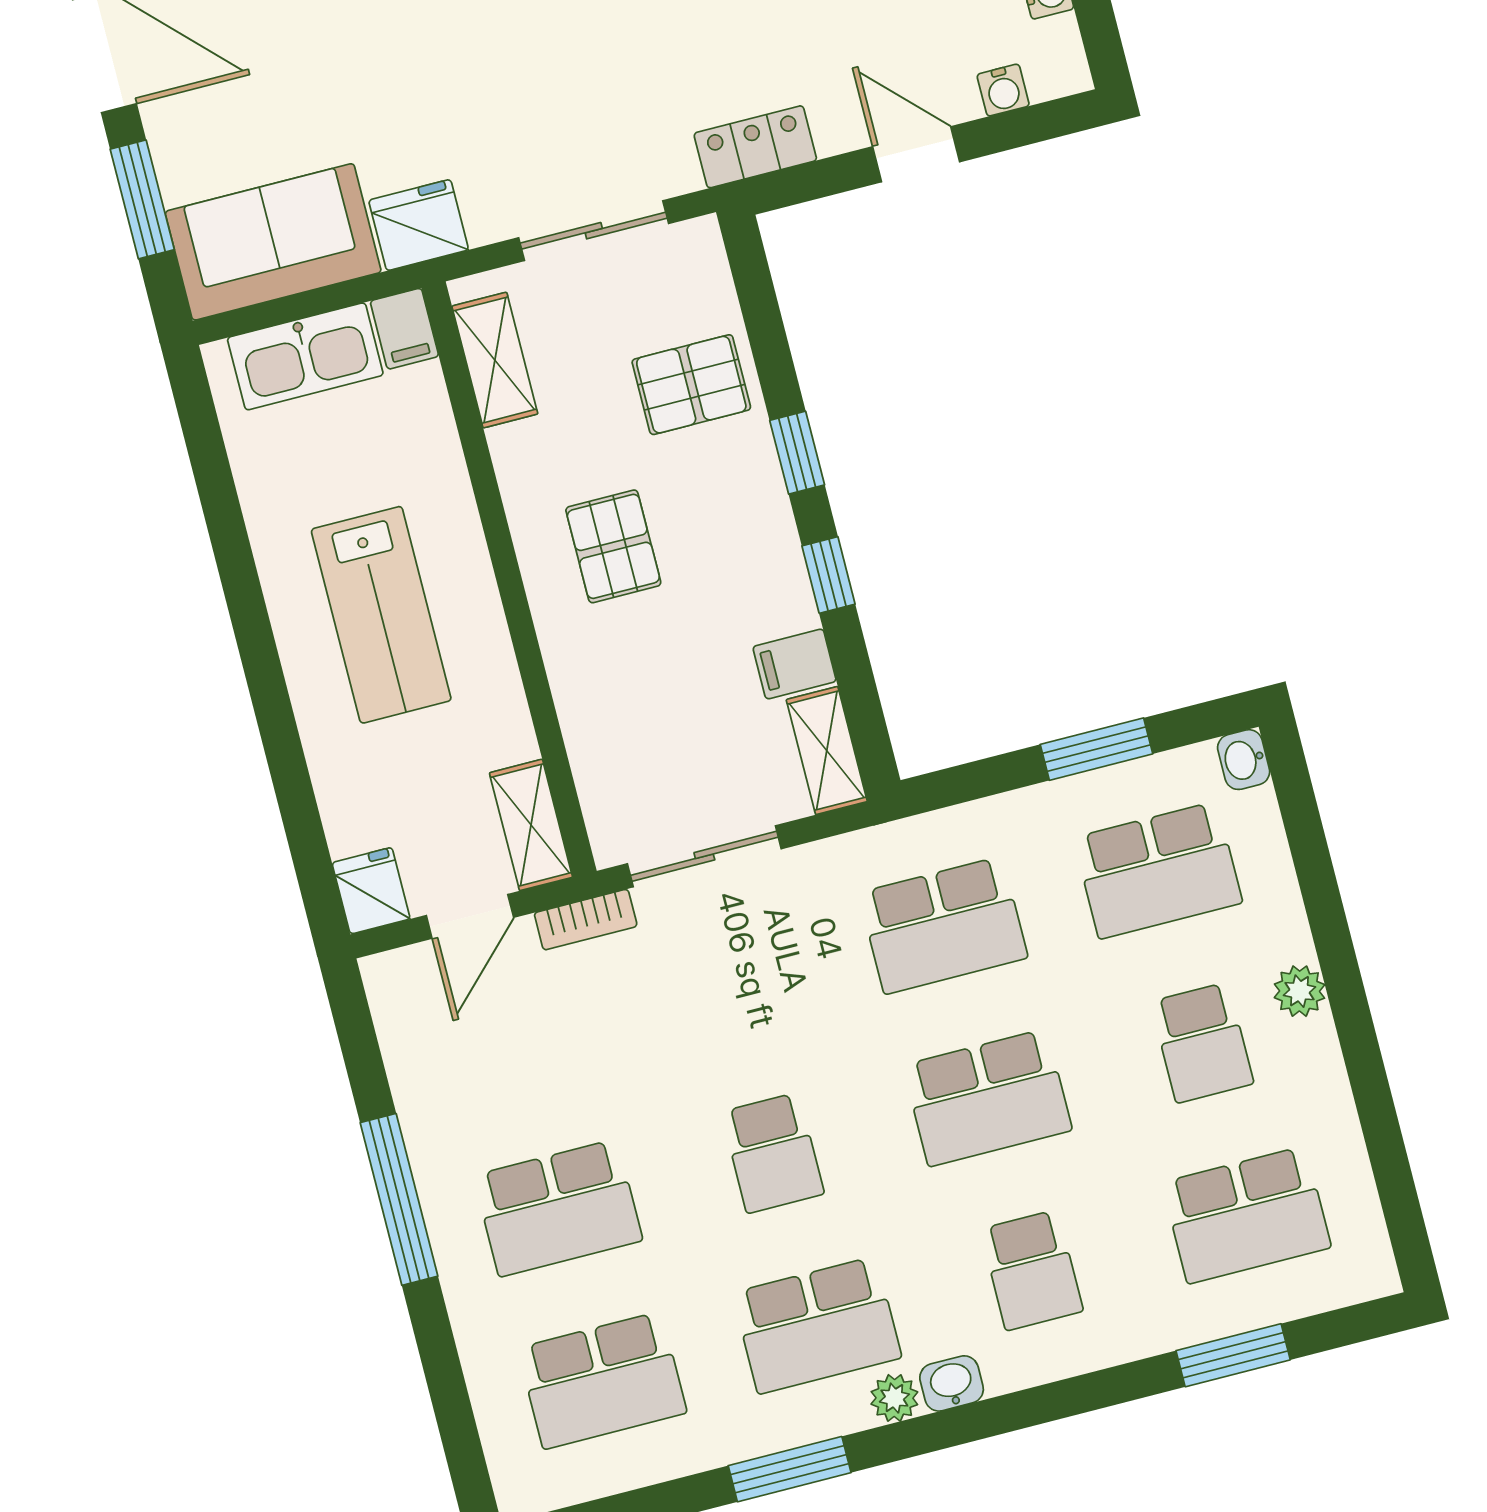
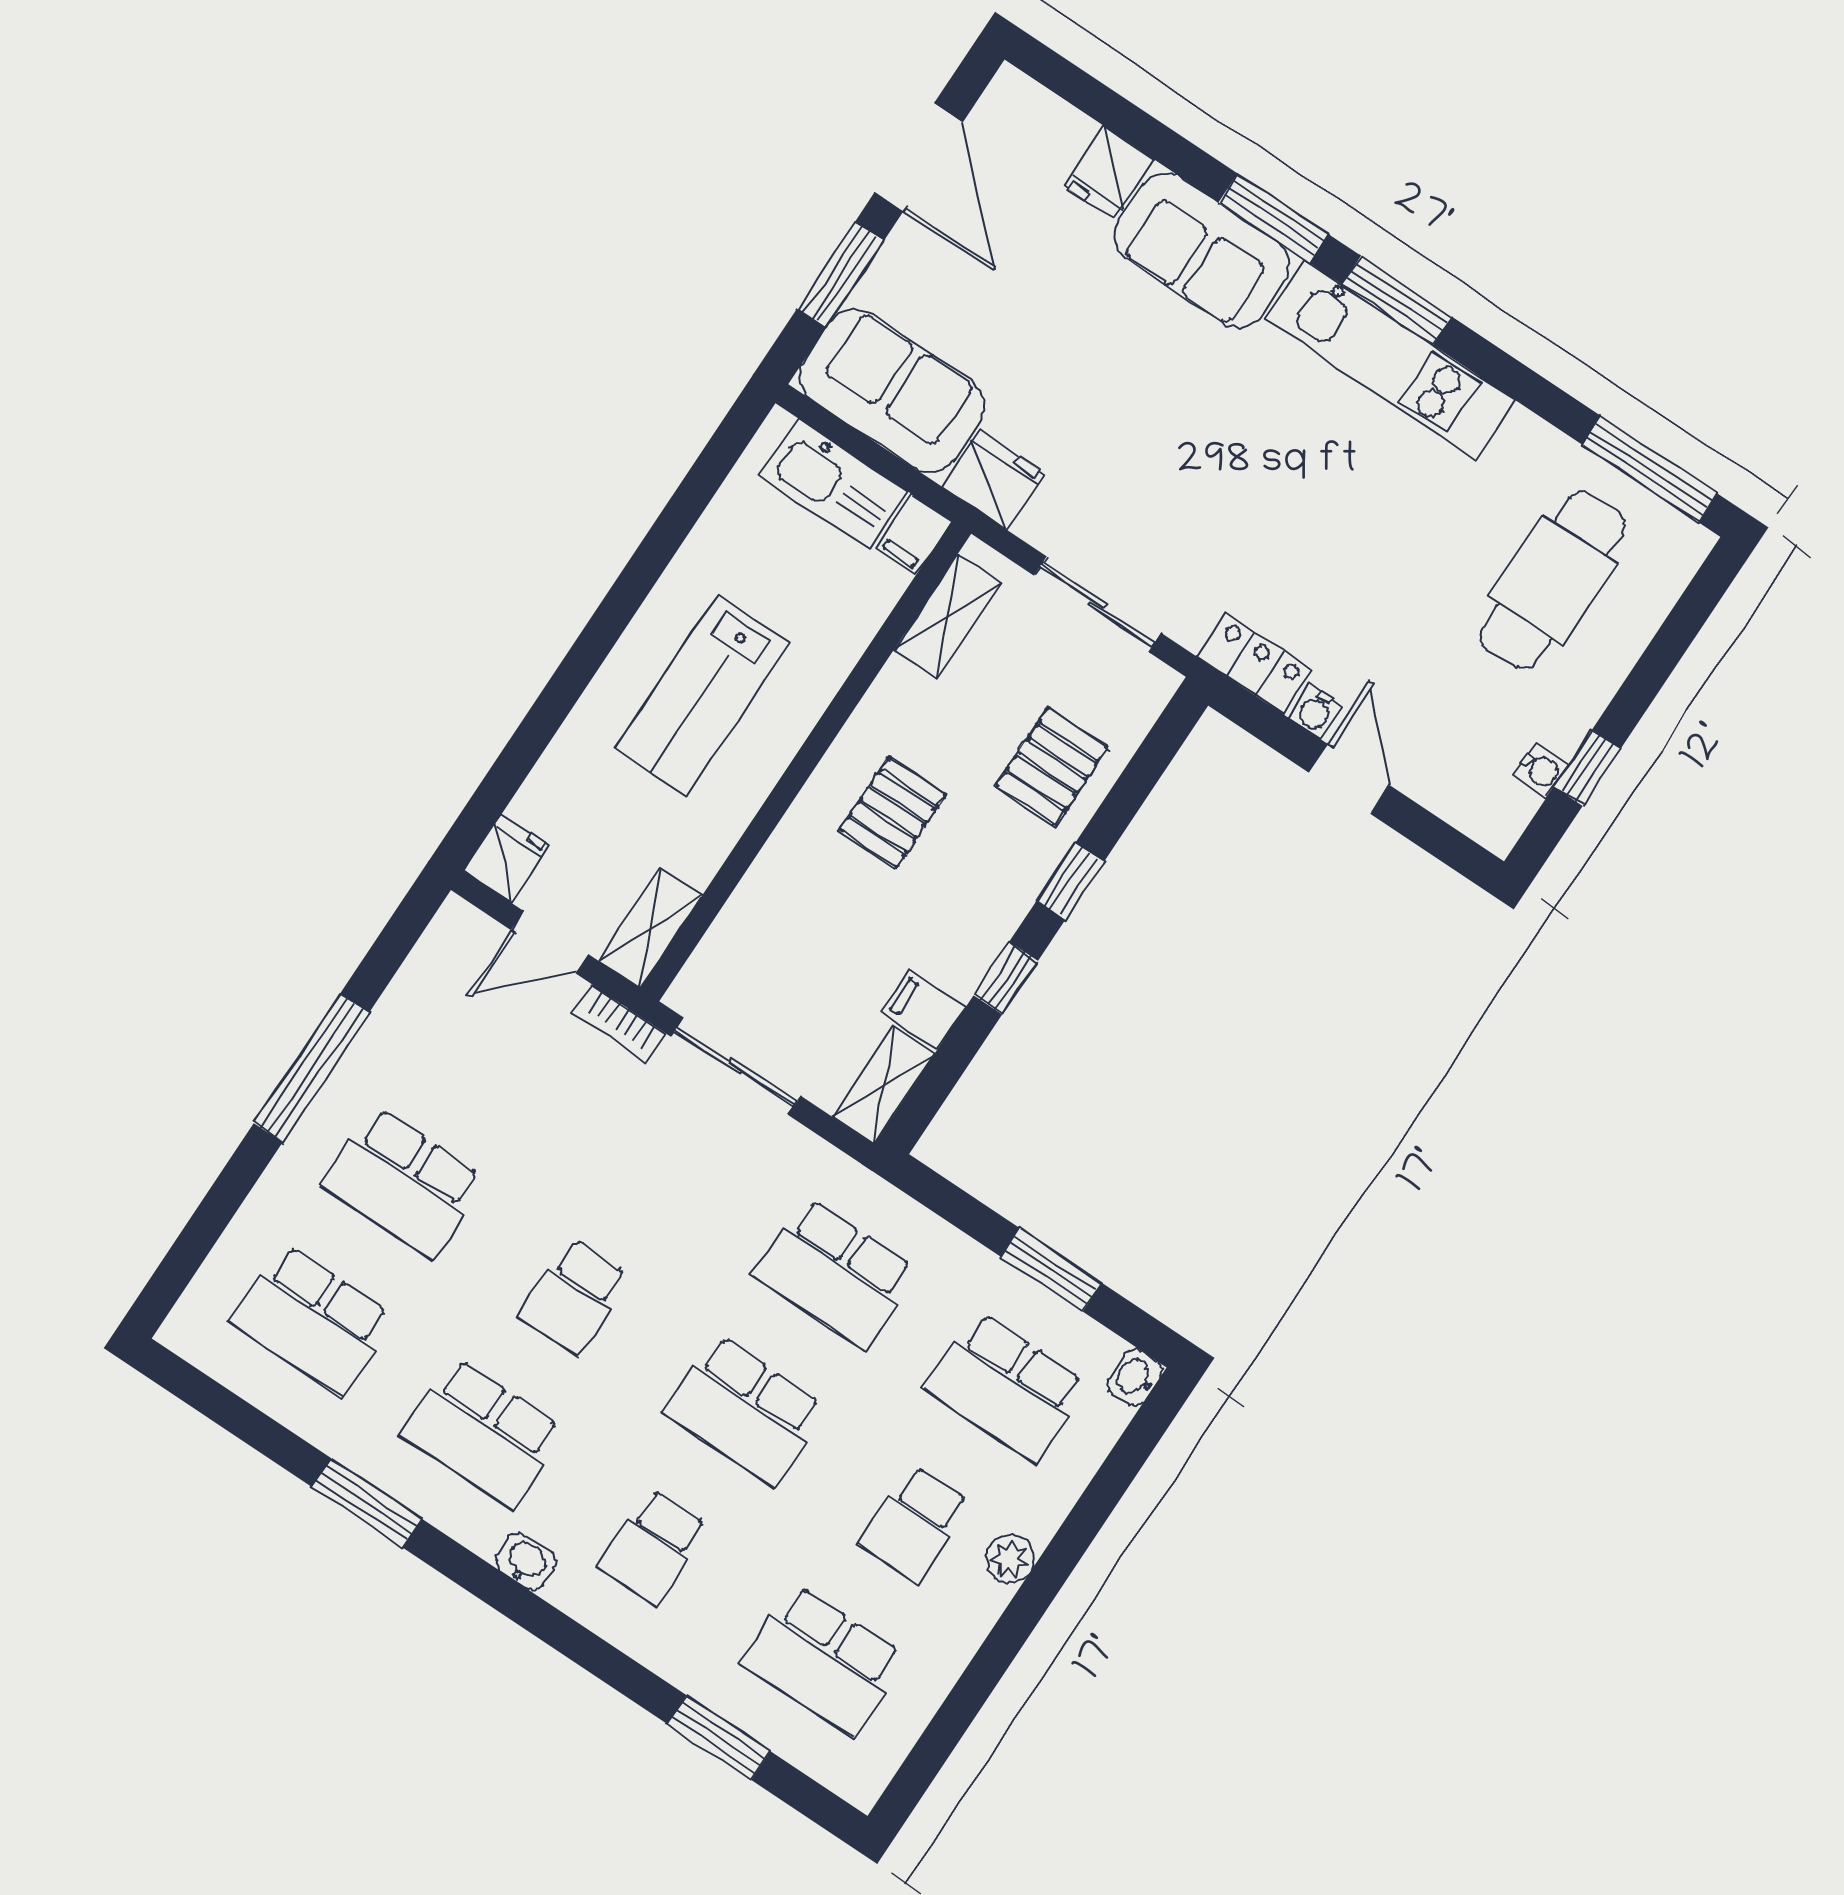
water cooler: (1003, 90) -> (1316, 711), moved
pallet: (691, 385) -> (1052, 766), turned 90
plant: (894, 1398) -> (480, 1531), removed

